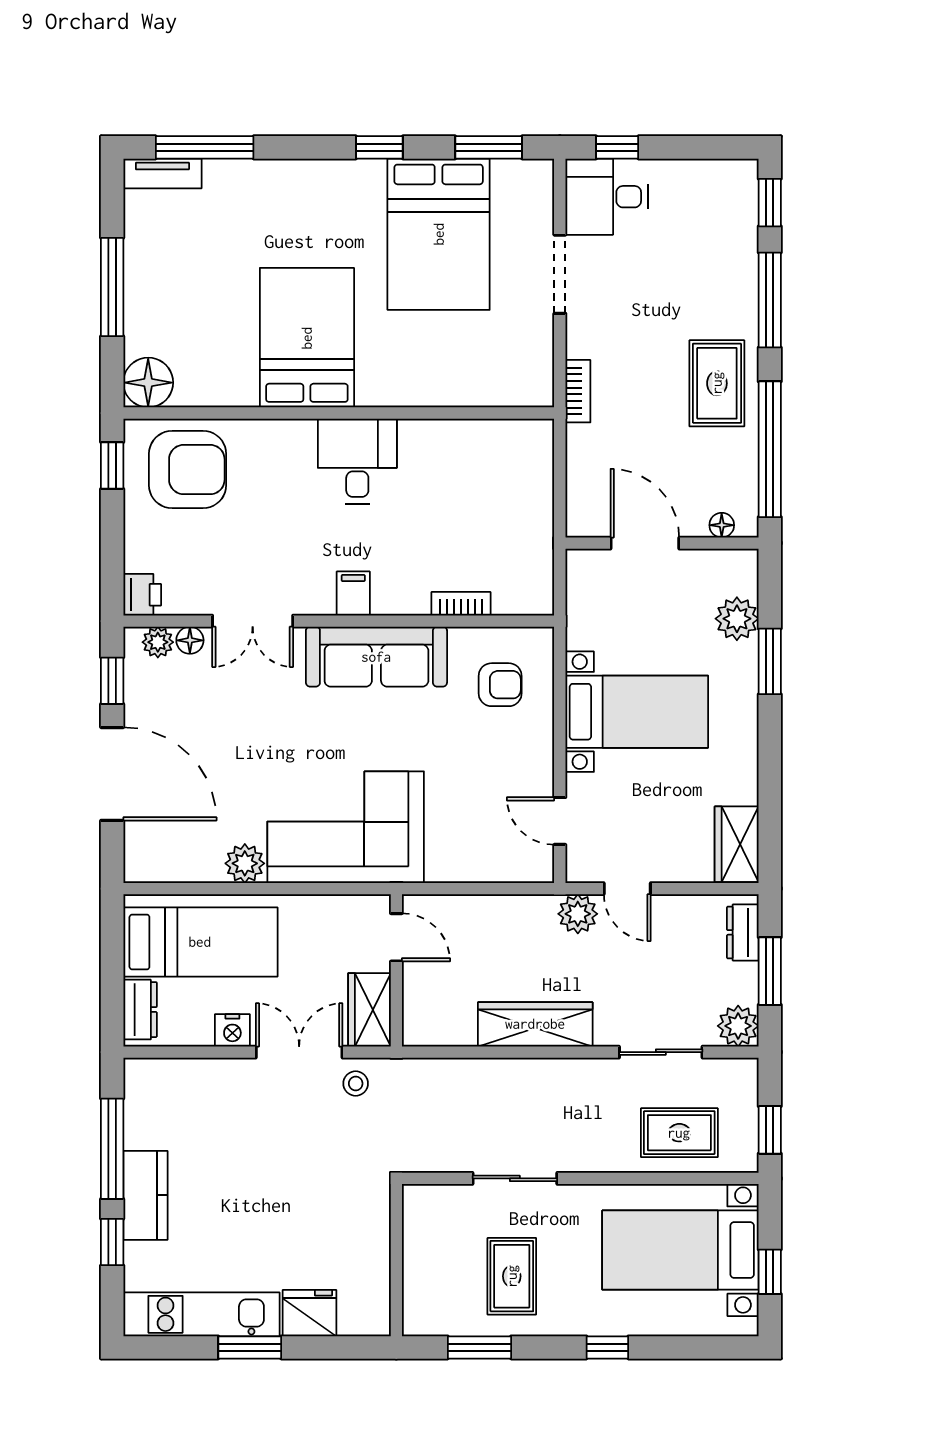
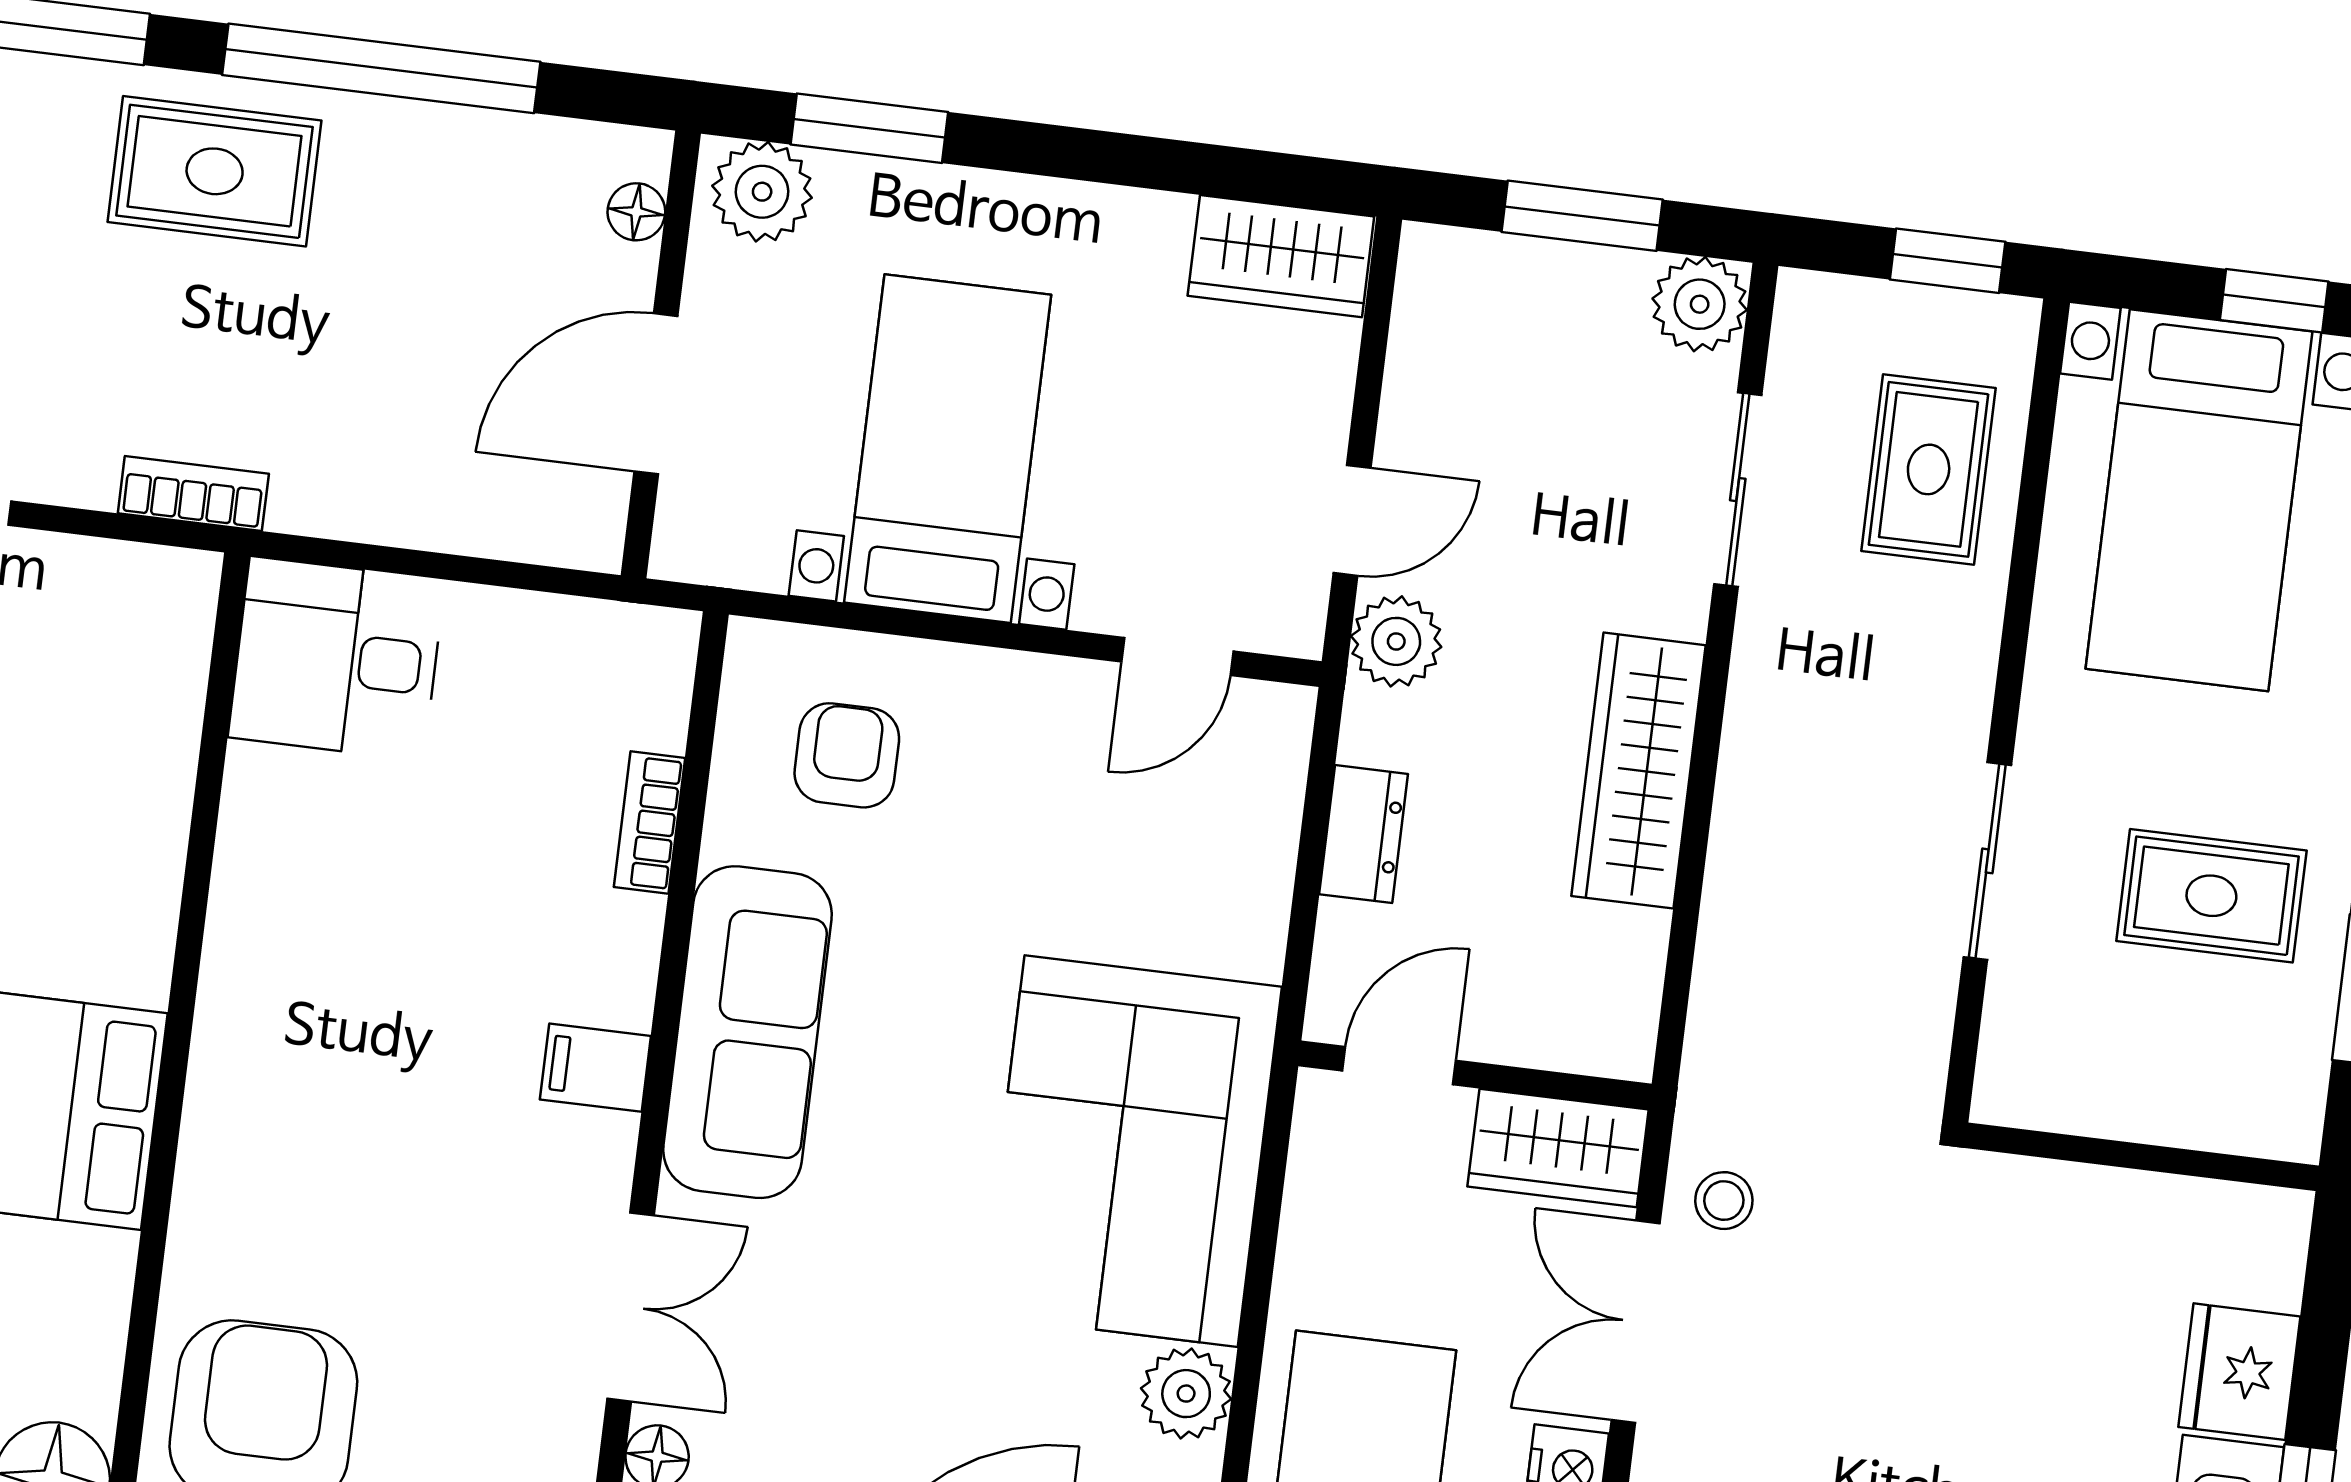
desk: (357, 461) -> (337, 659), moved
floor lamp: (722, 525) -> (636, 212), moved
door: (645, 543) -> (656, 394), moved
wall: (662, 543) -> (661, 354), moved
dresser: (743, 932) -> (1364, 834), moved, turned -90

